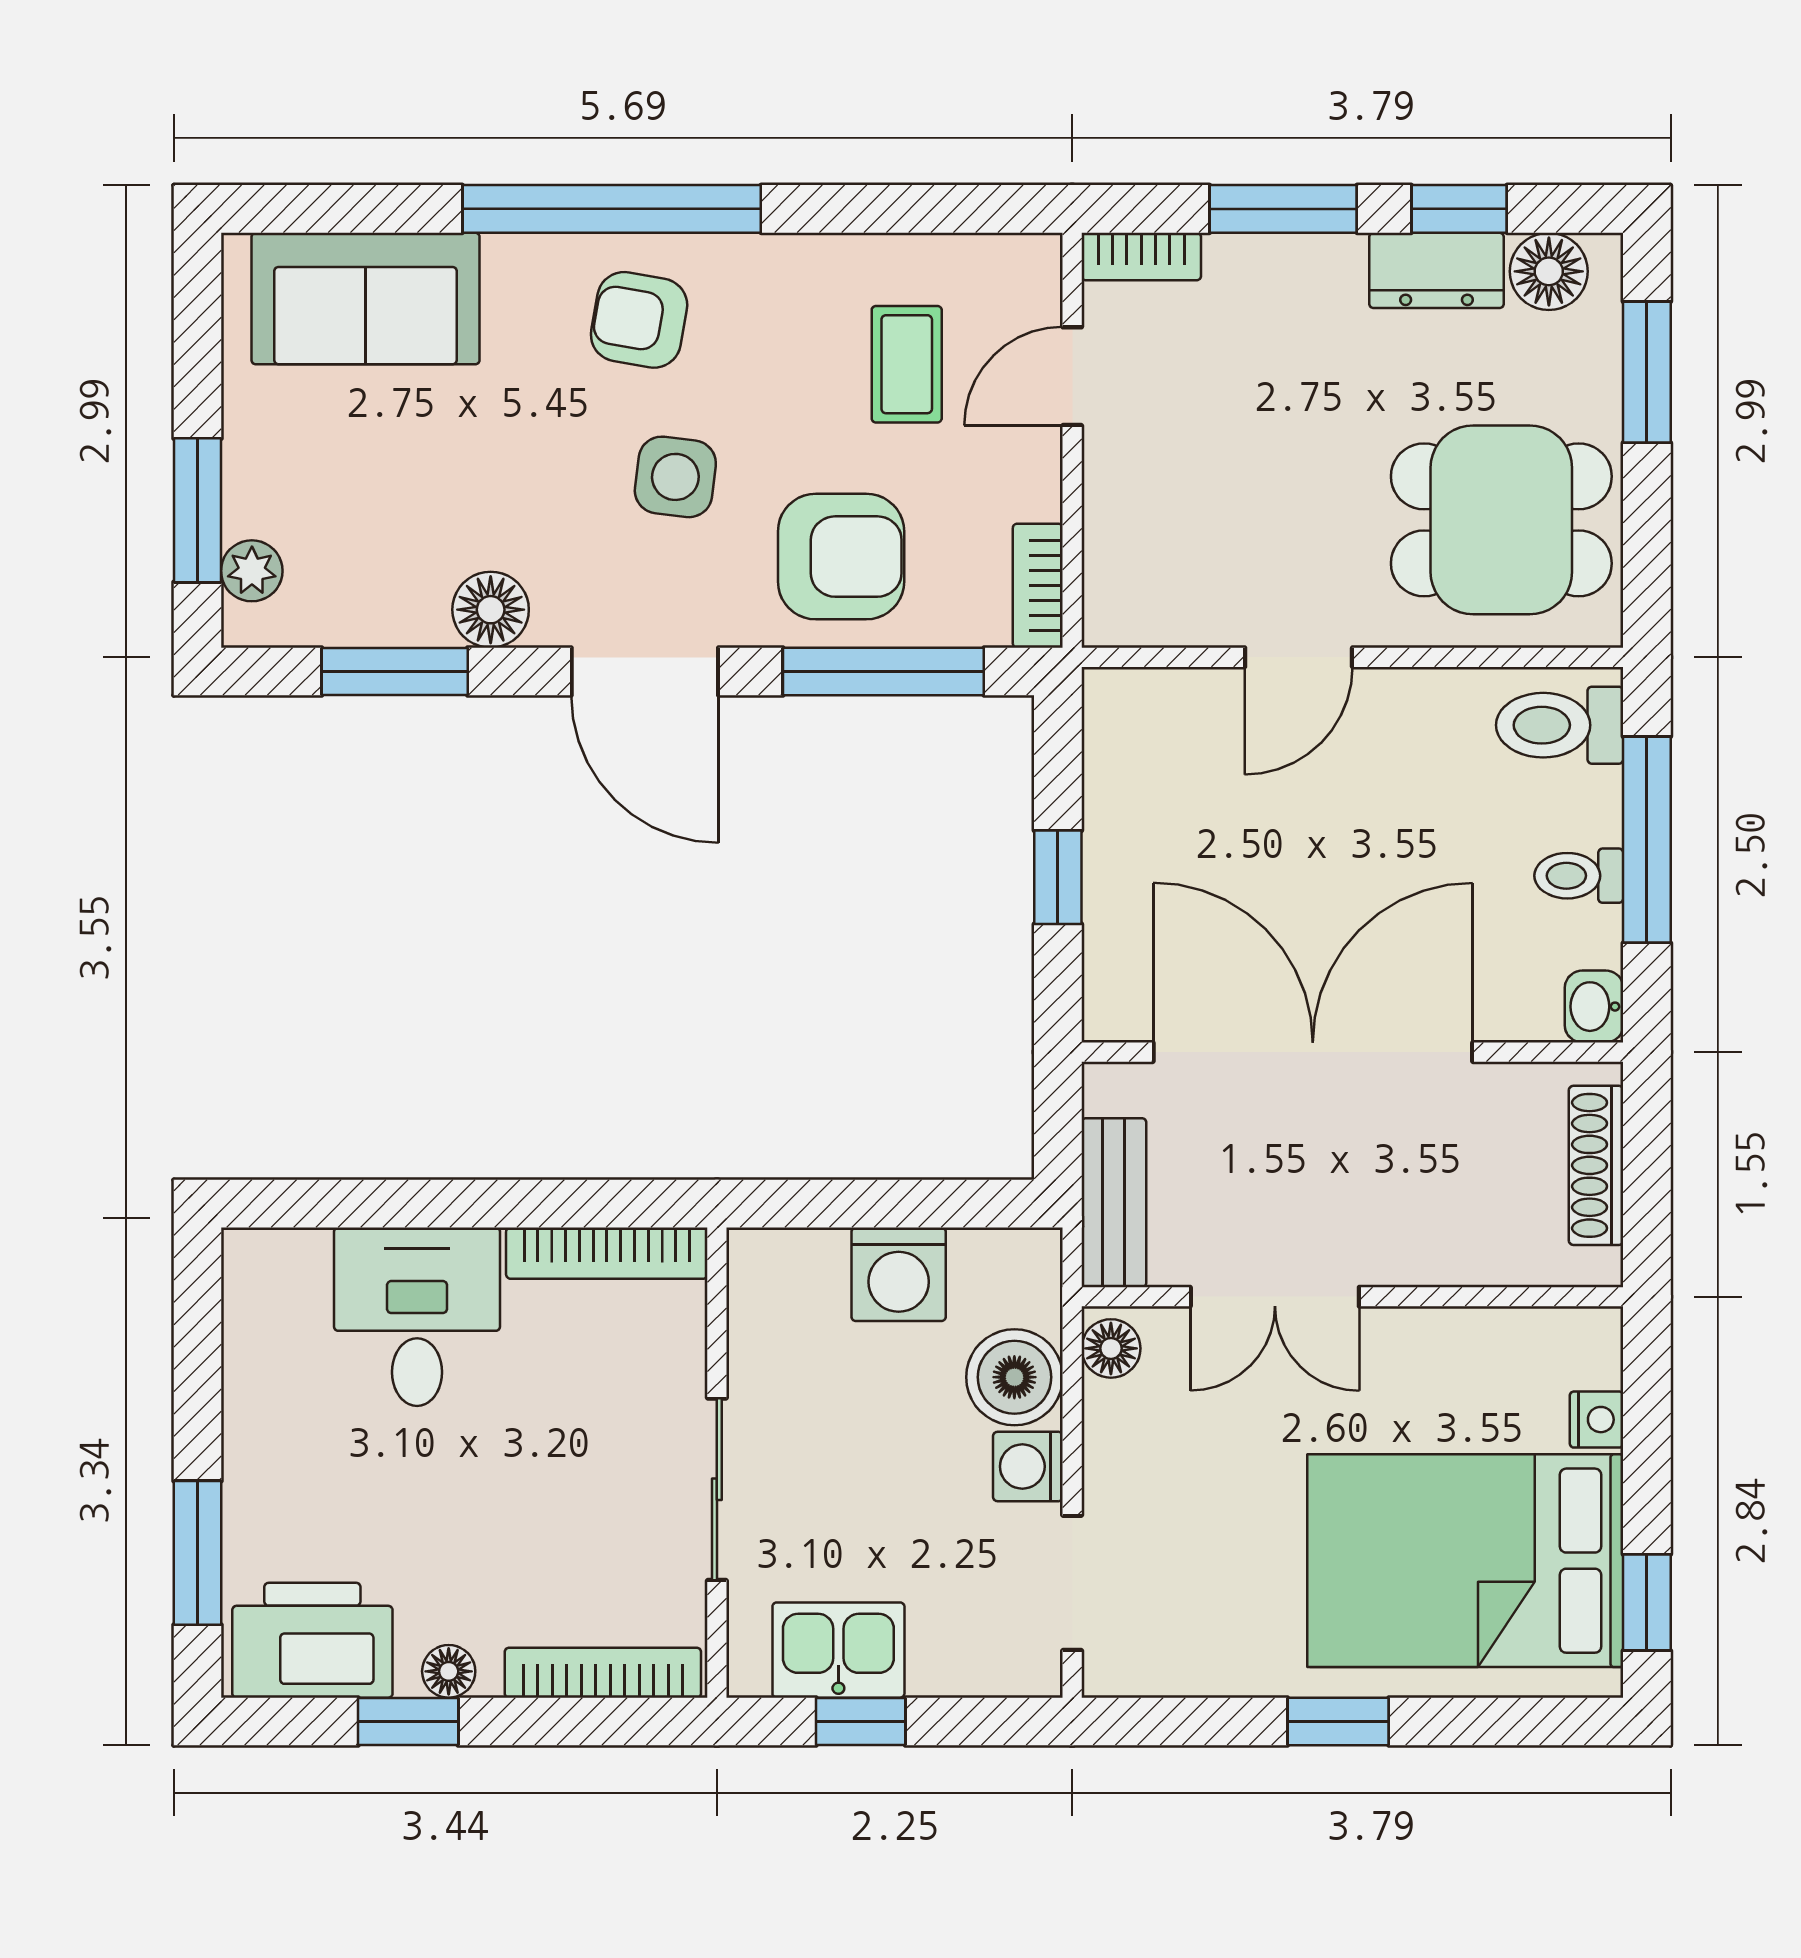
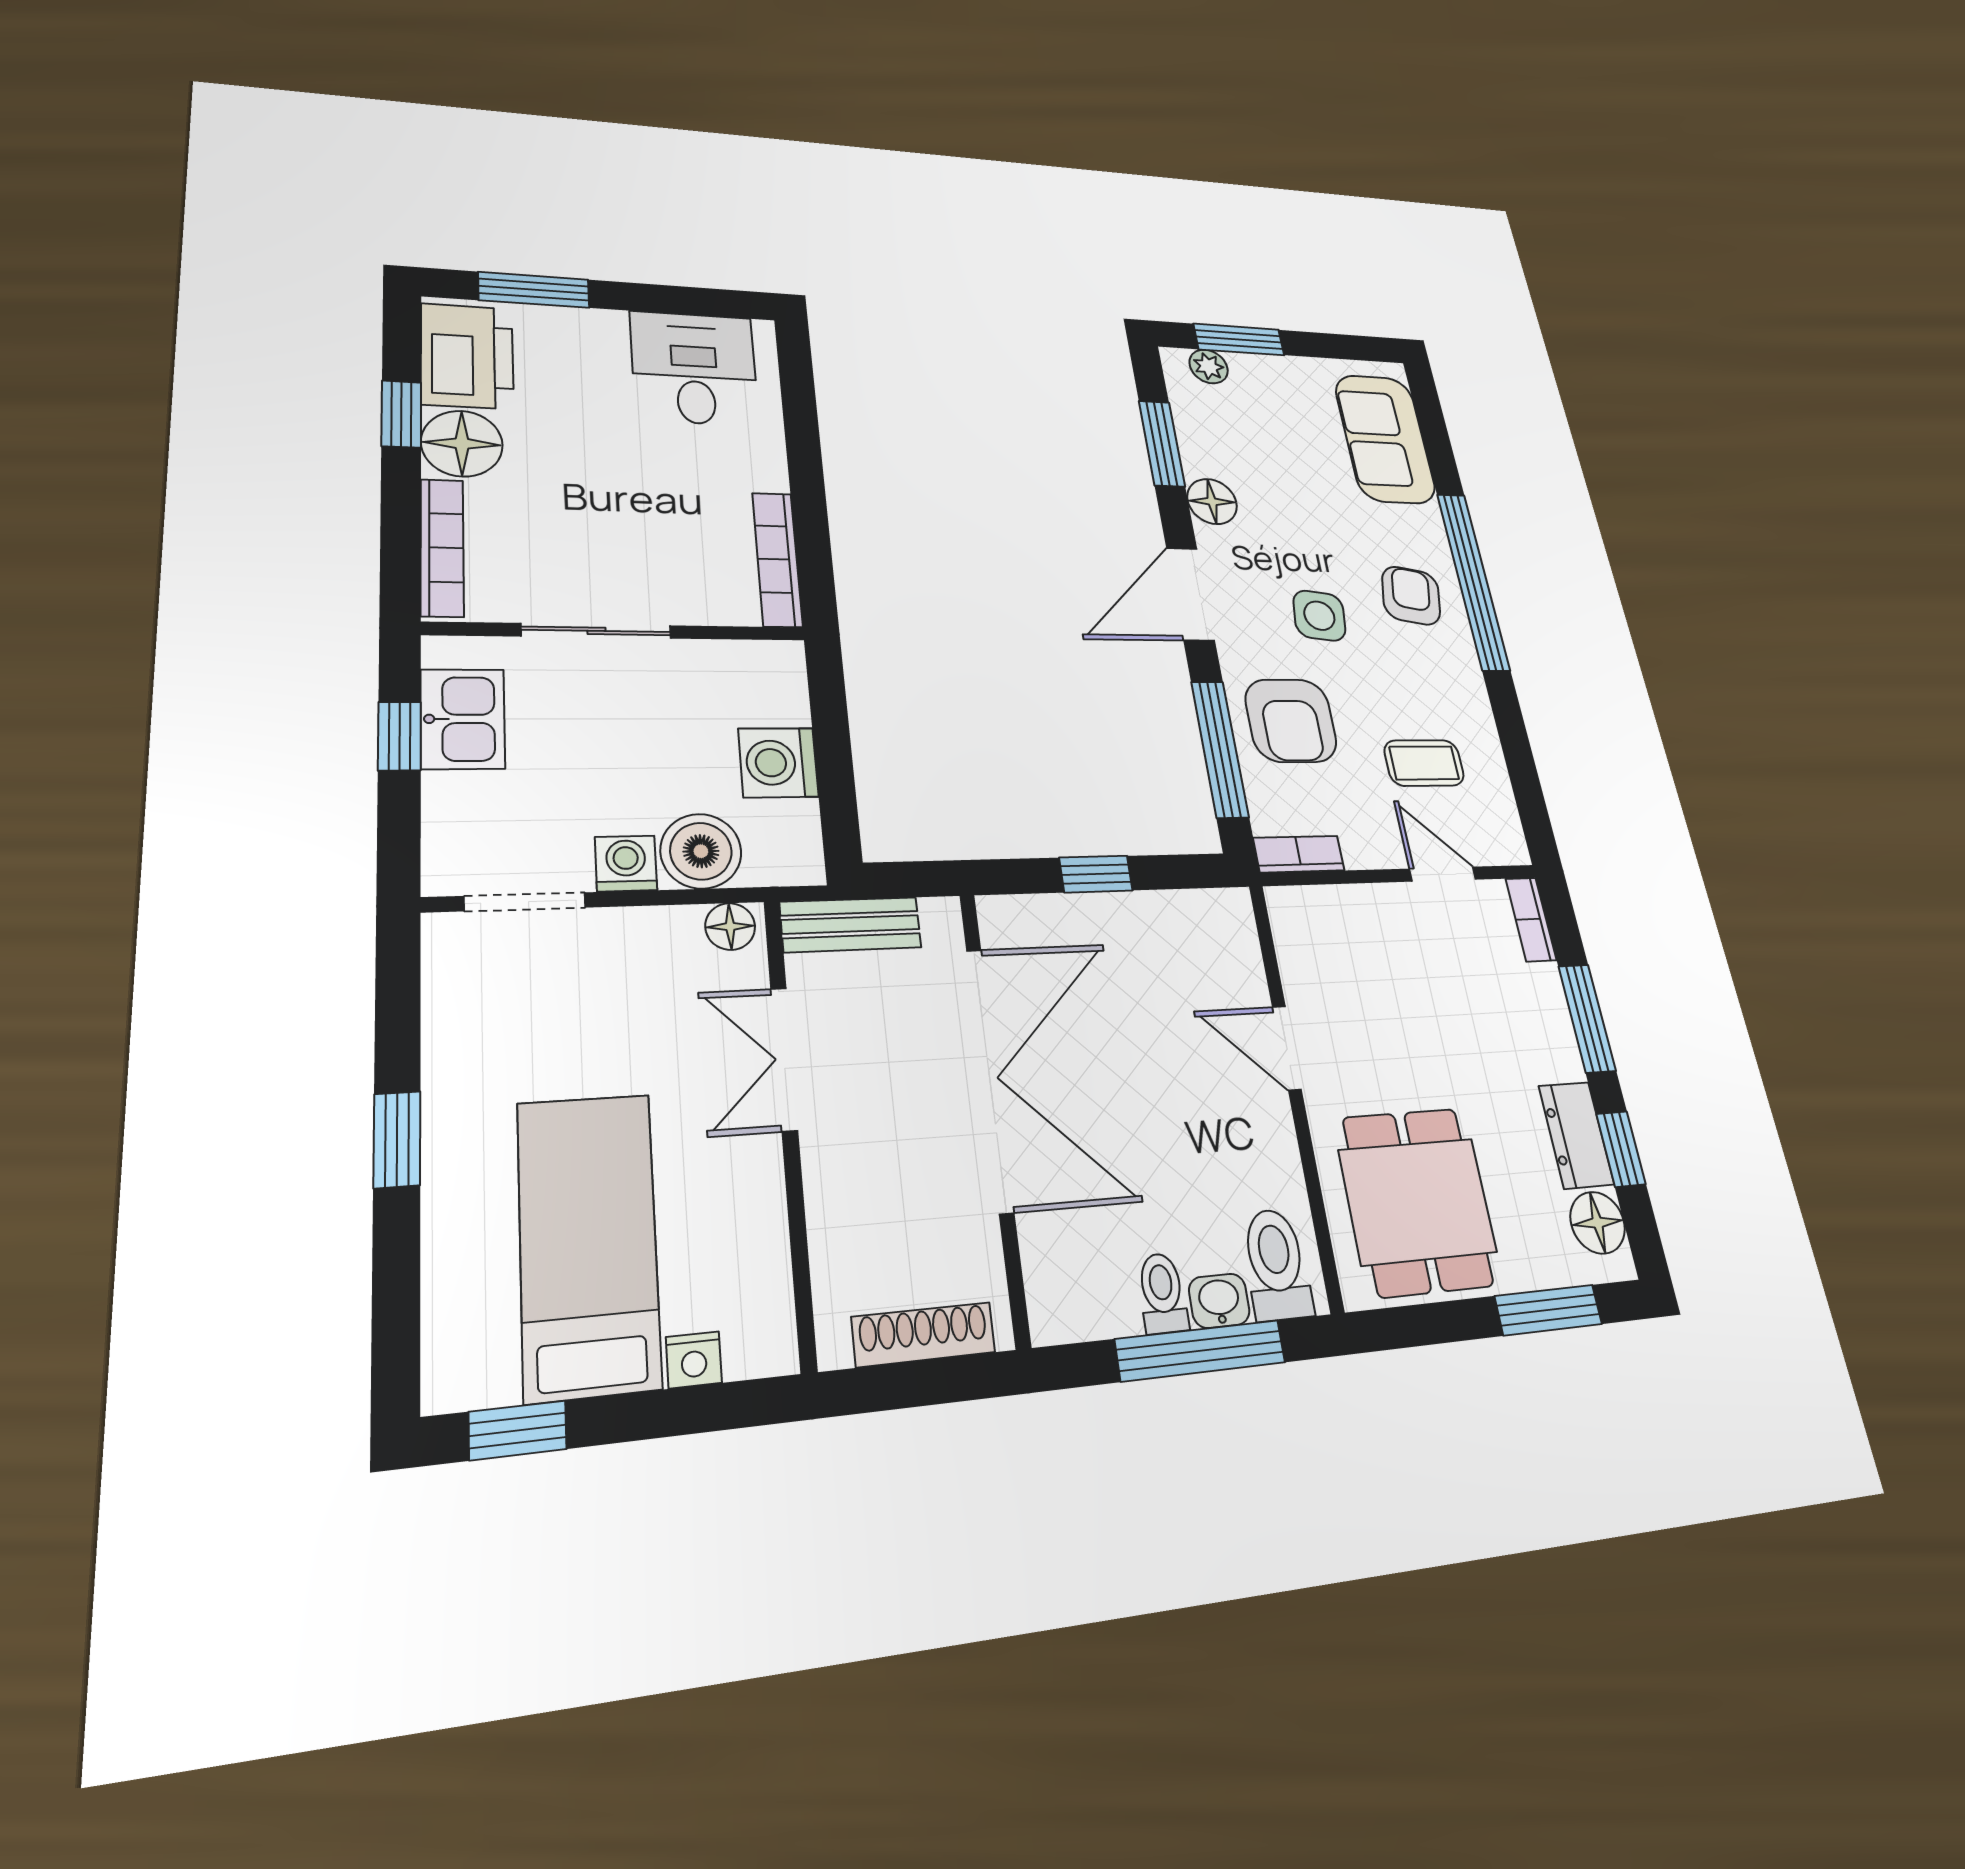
washbasin: (1594, 1007) -> (1219, 1301), moved
desk: (417, 1317) -> (694, 368), moved, turned -90
bed: (1465, 1561) -> (588, 1244), width x0.67
floor lamp: (449, 1671) -> (462, 444), width x1.89, depth x1.89

